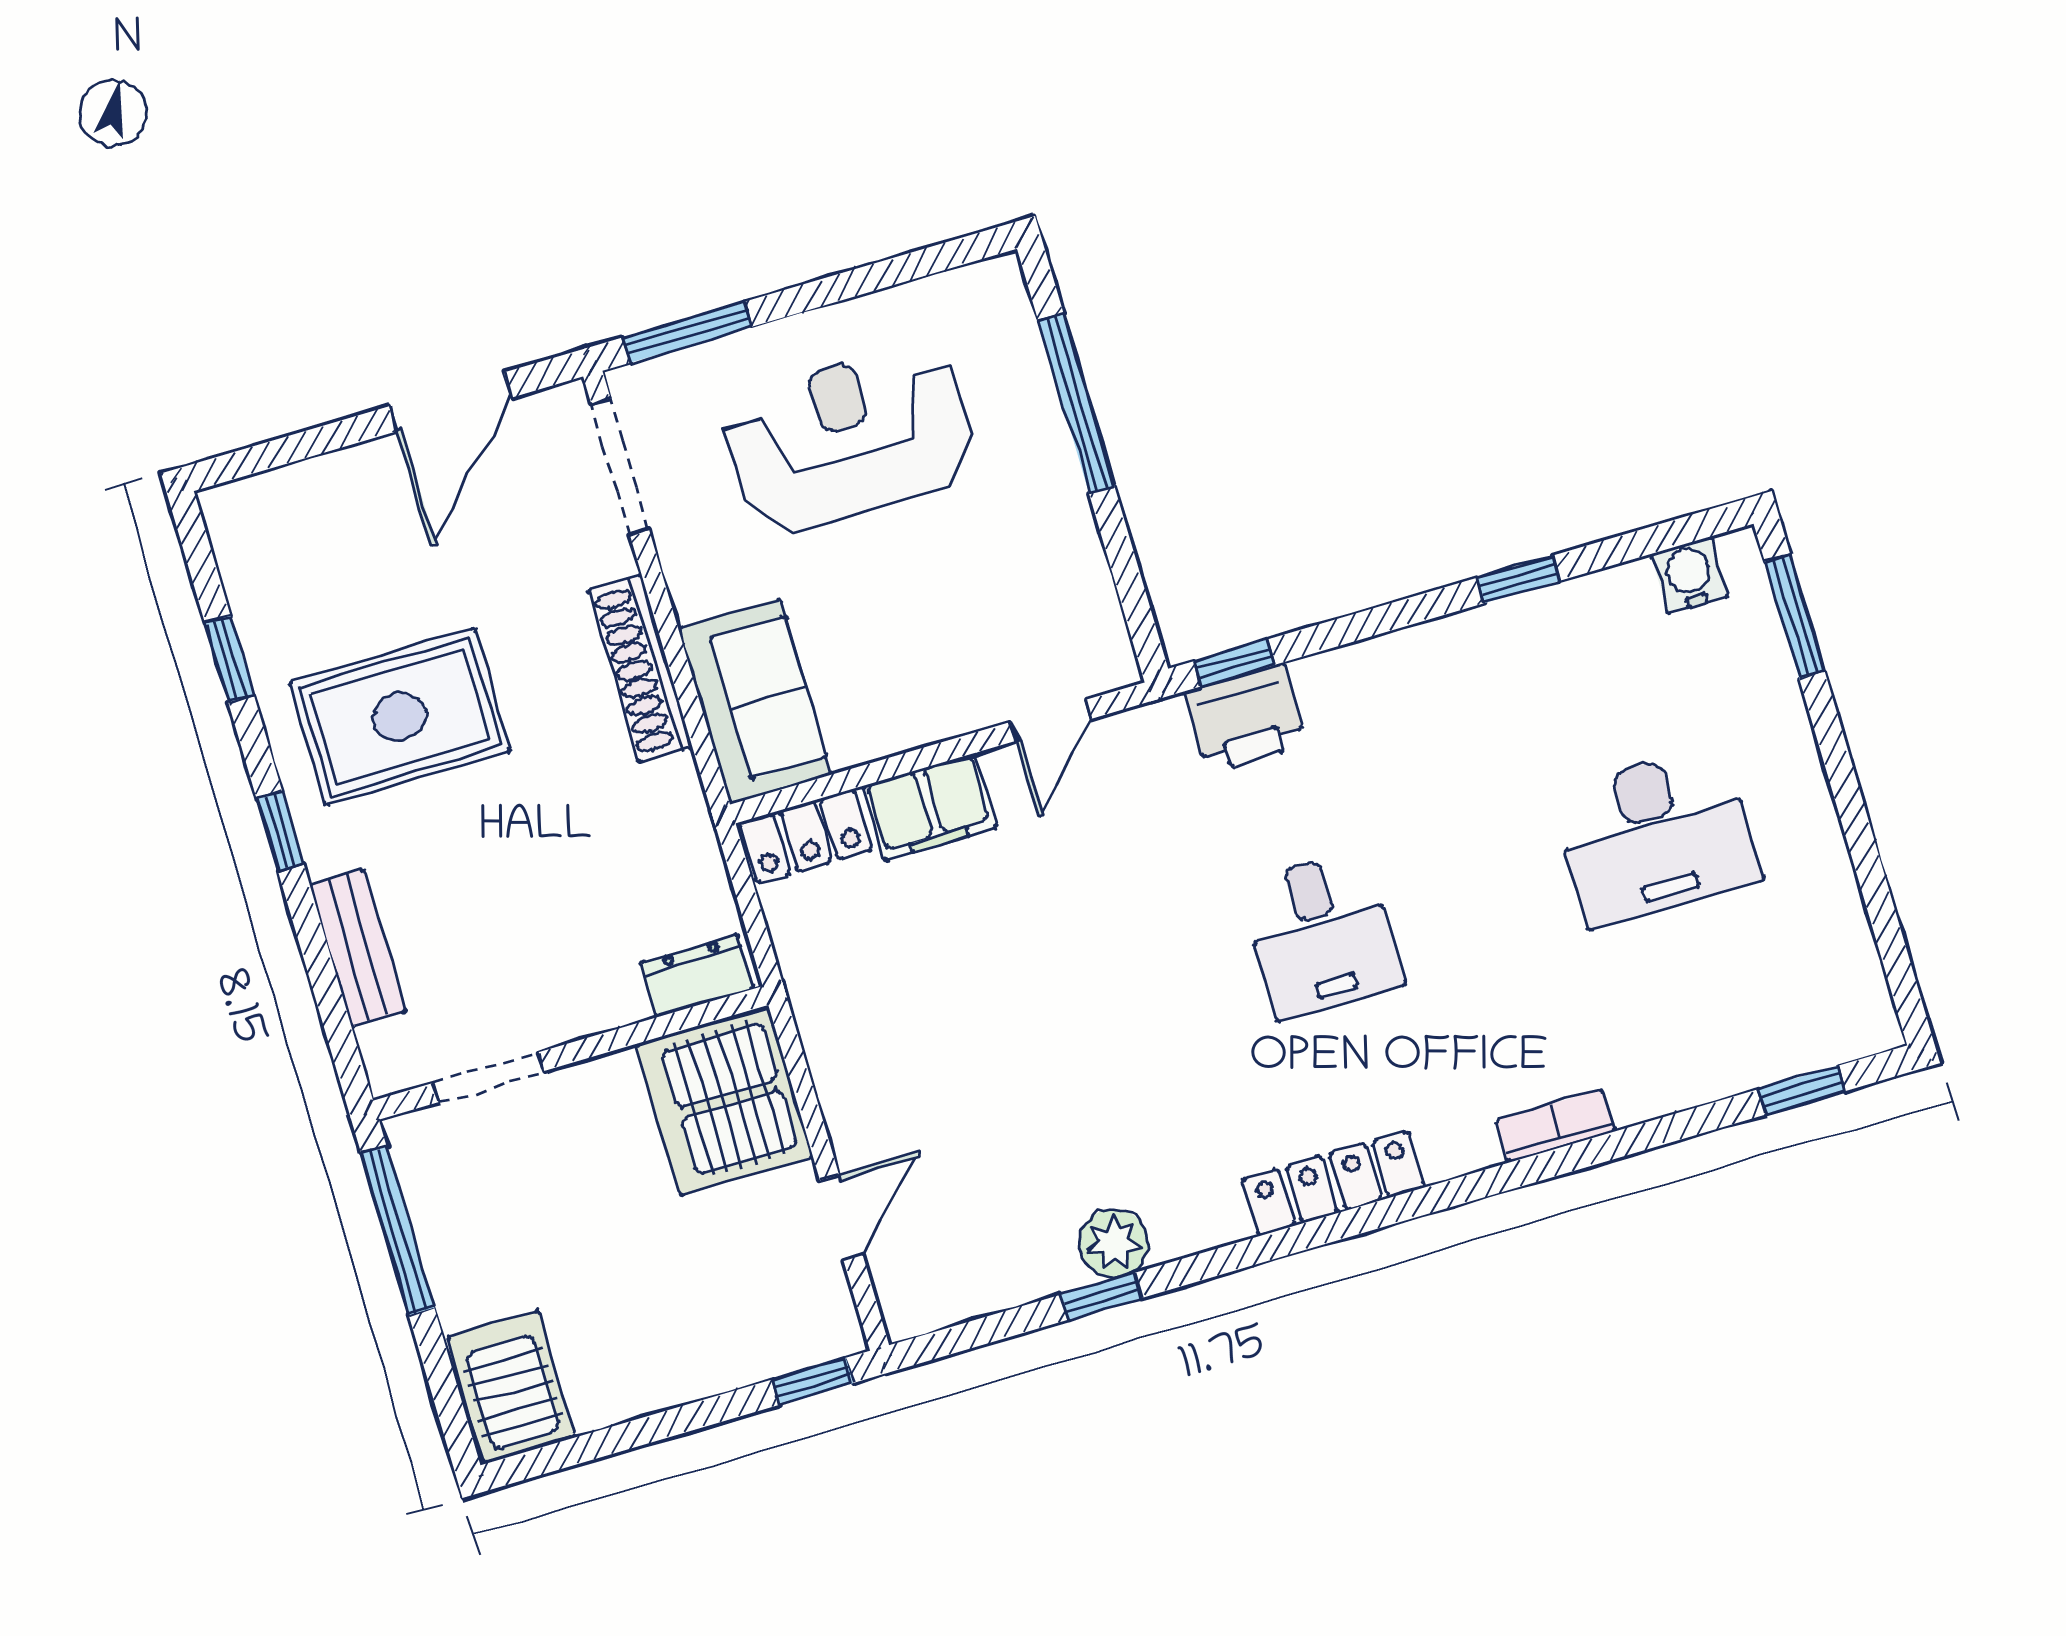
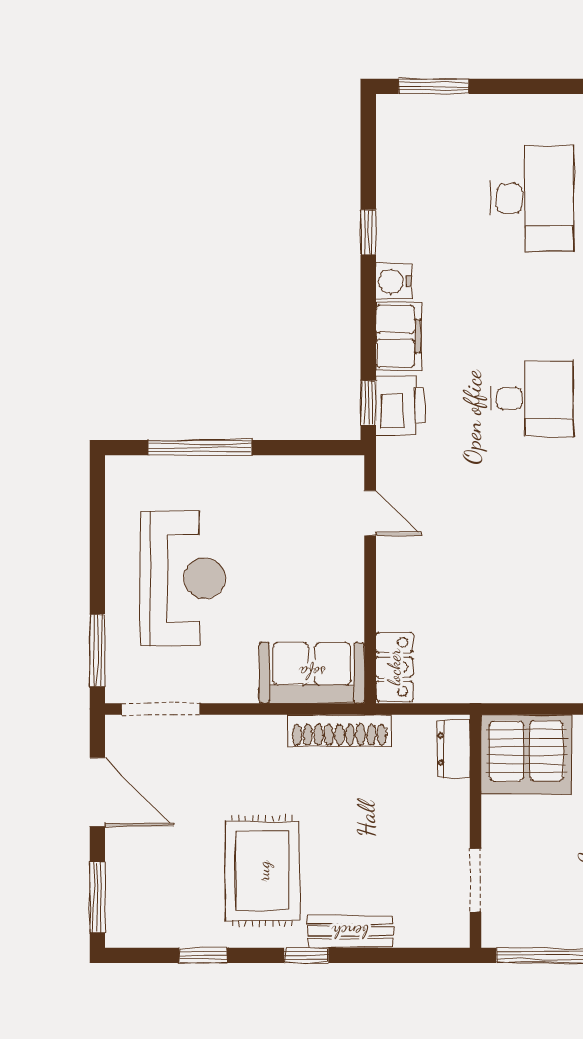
reception desk: (850, 439) -> (183, 578), turned 180
window: (274, 454) -> (97, 897), added
water cooler: (1690, 575) -> (394, 282), moved
shoe rack: (640, 669) -> (339, 731), moved
filing cabinet: (930, 807) -> (398, 336), moved
bench: (358, 948) -> (350, 932), moved

